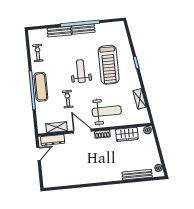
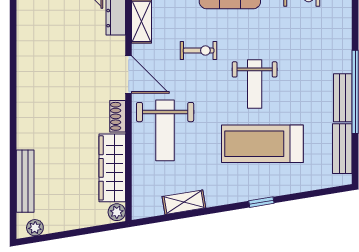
bench: (59, 32) -> (342, 149), moved
weight bench: (81, 71) -> (255, 84), turned 90
door: (82, 131) -> (129, 75), hinge flipped
wardrobe: (127, 134) -> (112, 168), width x1.50

